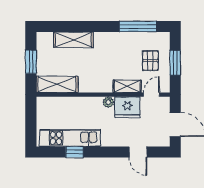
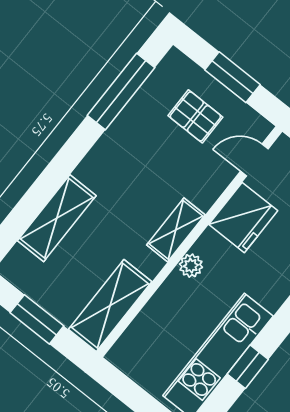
shelving: (127, 86) -> (176, 230), moved
door: (152, 95) -> (254, 160), hinge flipped
plant: (108, 102) -> (191, 266), moved

